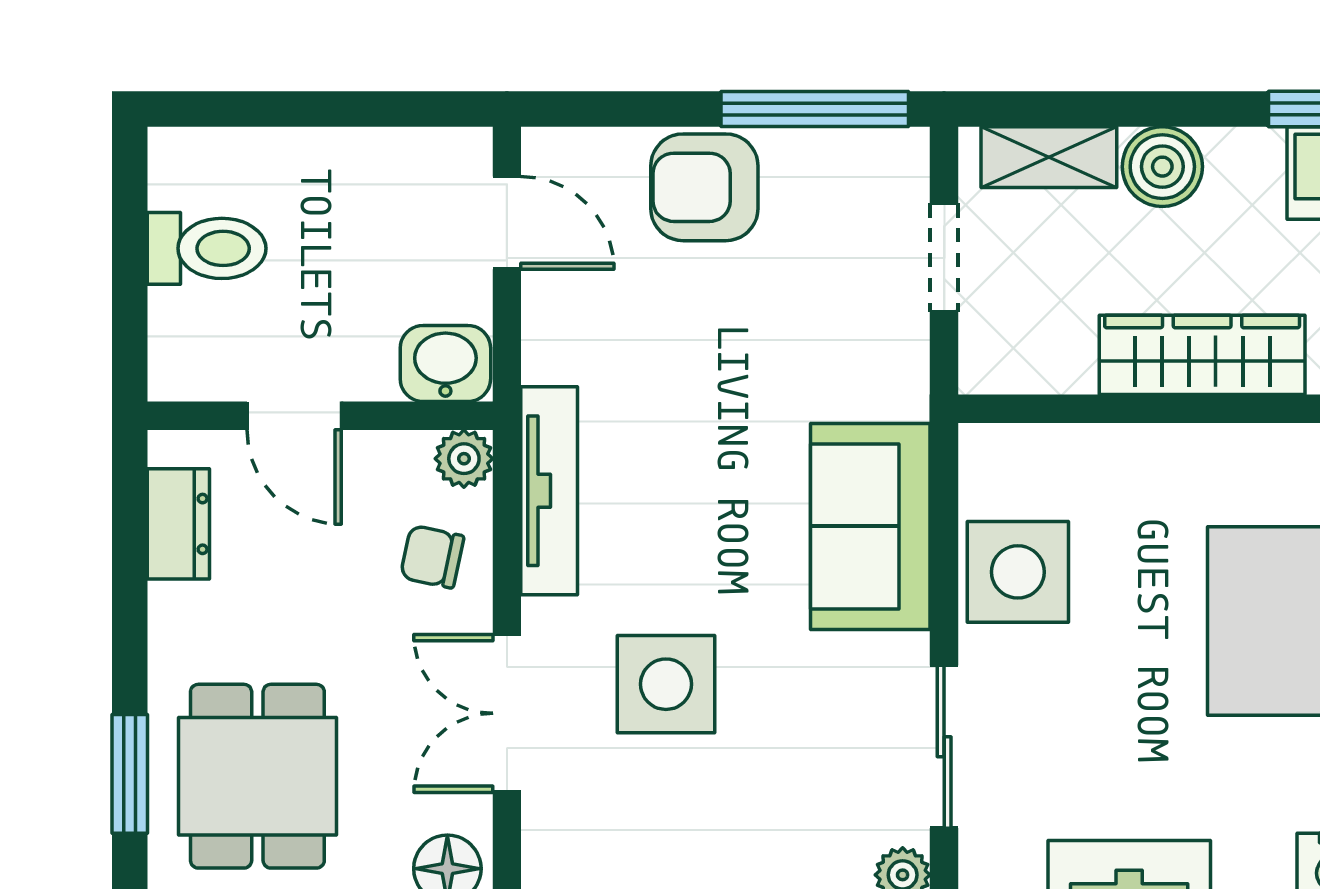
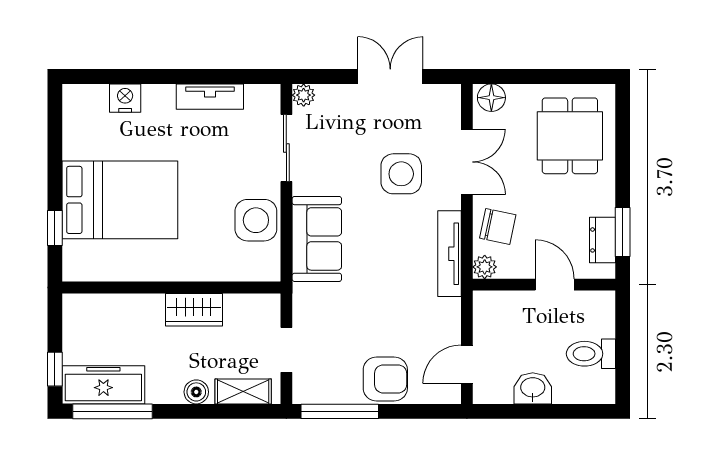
boiler: (1162, 167) -> (196, 392), width x0.73, depth x0.73
door: (507, 223) -> (467, 364), hinge flipped
wardrobe: (1202, 355) -> (194, 310), width x0.67
washbasin: (445, 363) -> (533, 388), moved, turned 180
chair: (432, 557) -> (498, 226), width x1.37, depth x1.37
window: (130, 774) -> (623, 232), moved

